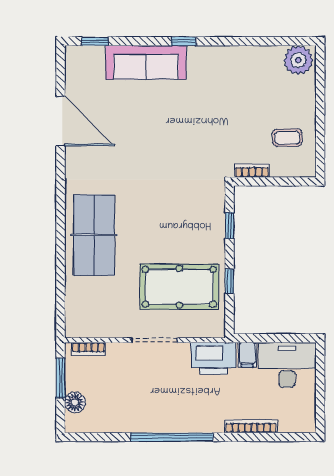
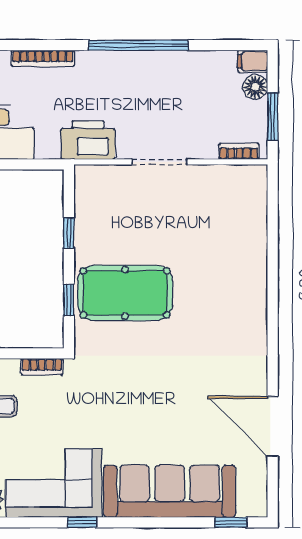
window: (184, 41) -> (82, 522), moved
sofa: (146, 62) -> (170, 491), width x1.36, depth x1.27
corner sofa: (242, 74) -> (54, 483), added
table tennis table: (94, 235) -> (232, 289), removed
pool table: (179, 287) -> (125, 293), moved
filing cabinet: (247, 355) -> (253, 61), moved, turned -90

